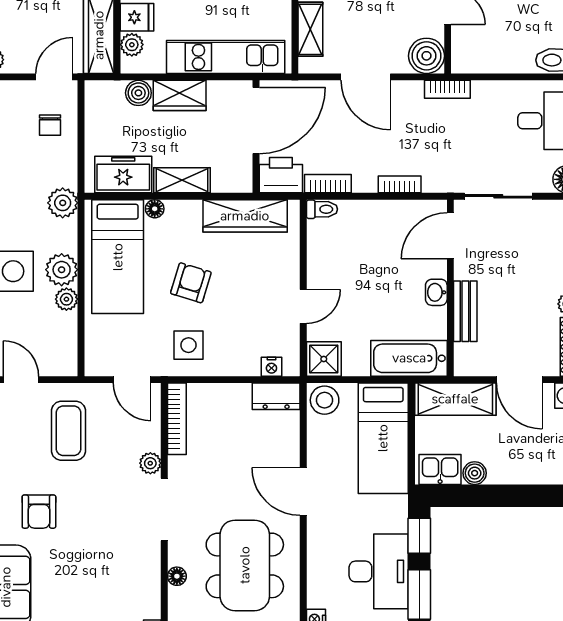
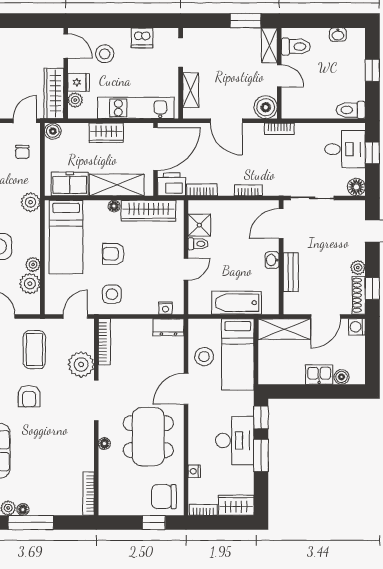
boiler: (138, 93) -> (53, 131), moved
shelving: (182, 180) -> (117, 185), width x1.50, depth x1.33
floor lamp: (155, 209) -> (114, 206), moved
toilet: (322, 209) -> (198, 244), moved
plant: (62, 270) -> (30, 284), moved
armchair: (191, 283) -> (113, 254), turned -107
bathtub: (409, 358) -> (237, 303), moved
shower: (324, 359) -> (199, 225), moved
door: (132, 380) -> (75, 316), swing flipped
door: (519, 380) -> (326, 316), hinge flipped
stool: (325, 400) -> (204, 357), moved
plant: (150, 463) -> (81, 364), width x1.87, depth x1.87
kitchen sink: (440, 469) -> (319, 375), moved
boiler: (475, 473) -> (341, 377), moved
door: (303, 492) -> (186, 389), hinge flipped
armchair: (39, 512) -> (29, 396), moved

